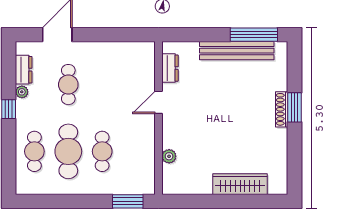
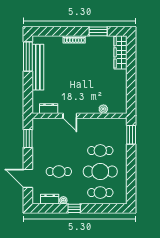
window: (122, 35) -> (28, 139), added
window: (295, 107) -> (98, 31), moved
wardrobe: (240, 184) -> (121, 52), moved

